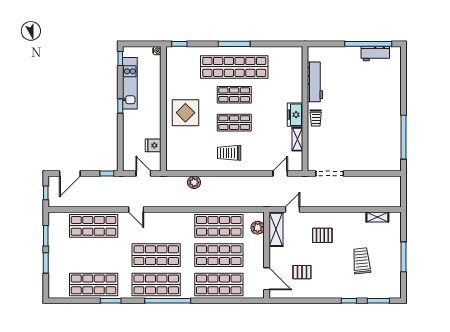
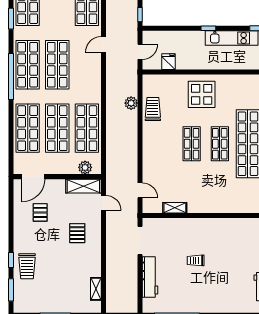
workbench: (315, 82) -> (150, 277), moved, turned -90
freezer: (295, 115) -> (200, 205), removed
trolley: (316, 118) -> (196, 260), moved
trolley: (229, 153) -> (153, 109), moved
trolley: (362, 261) -> (27, 266), moved, turned 96

